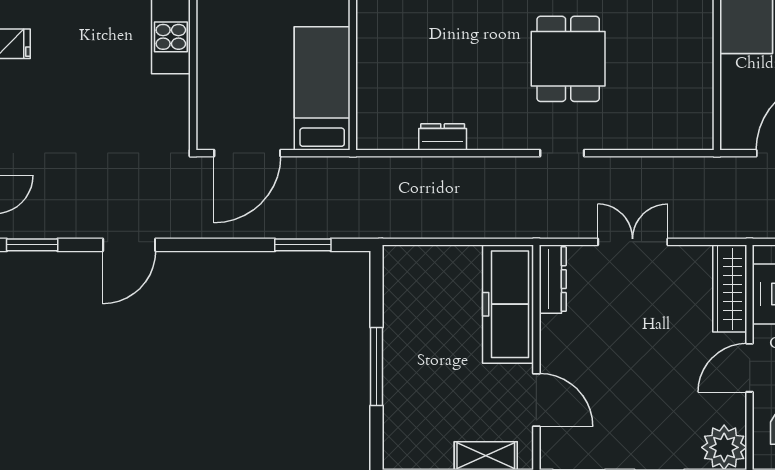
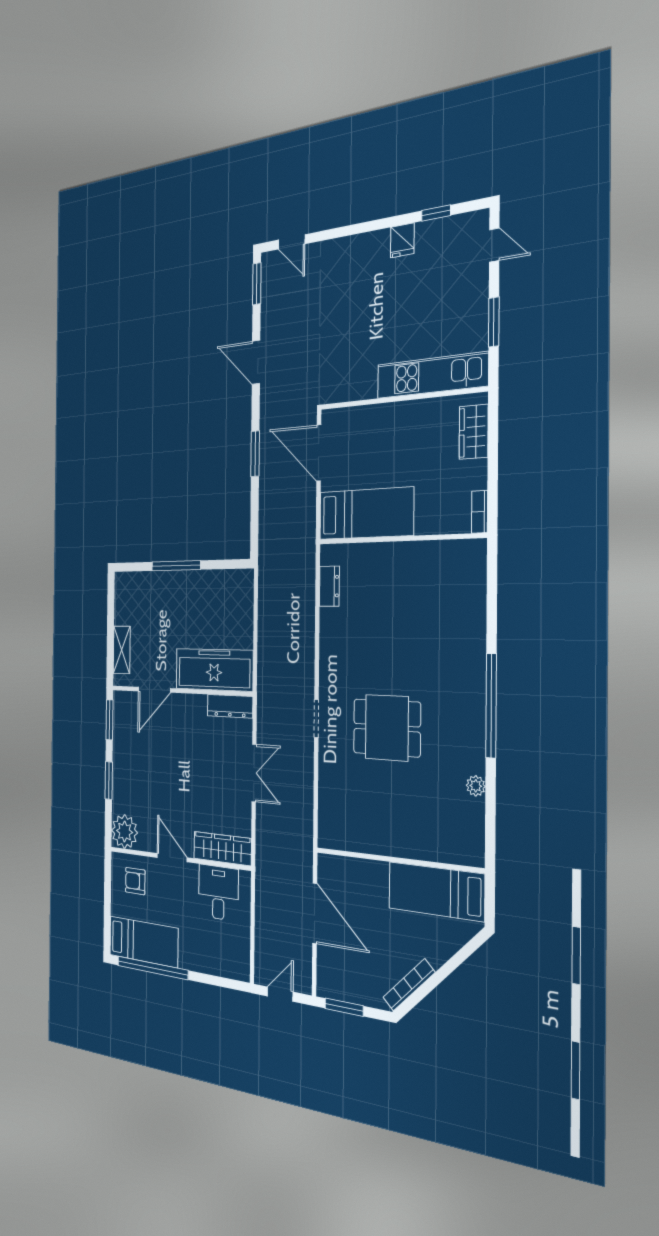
dresser: (443, 137) -> (329, 586), moved
window: (303, 245) -> (255, 454), moved

